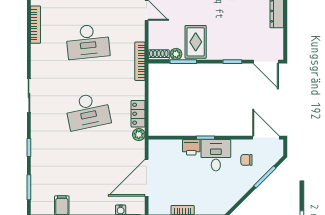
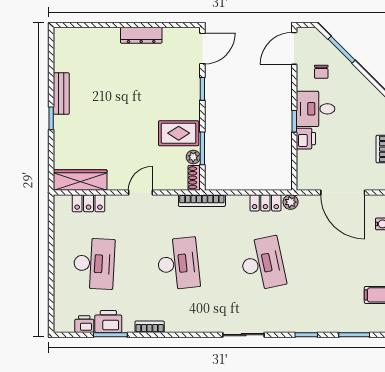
bookcase: (36, 25) -> (150, 327), width x0.64

